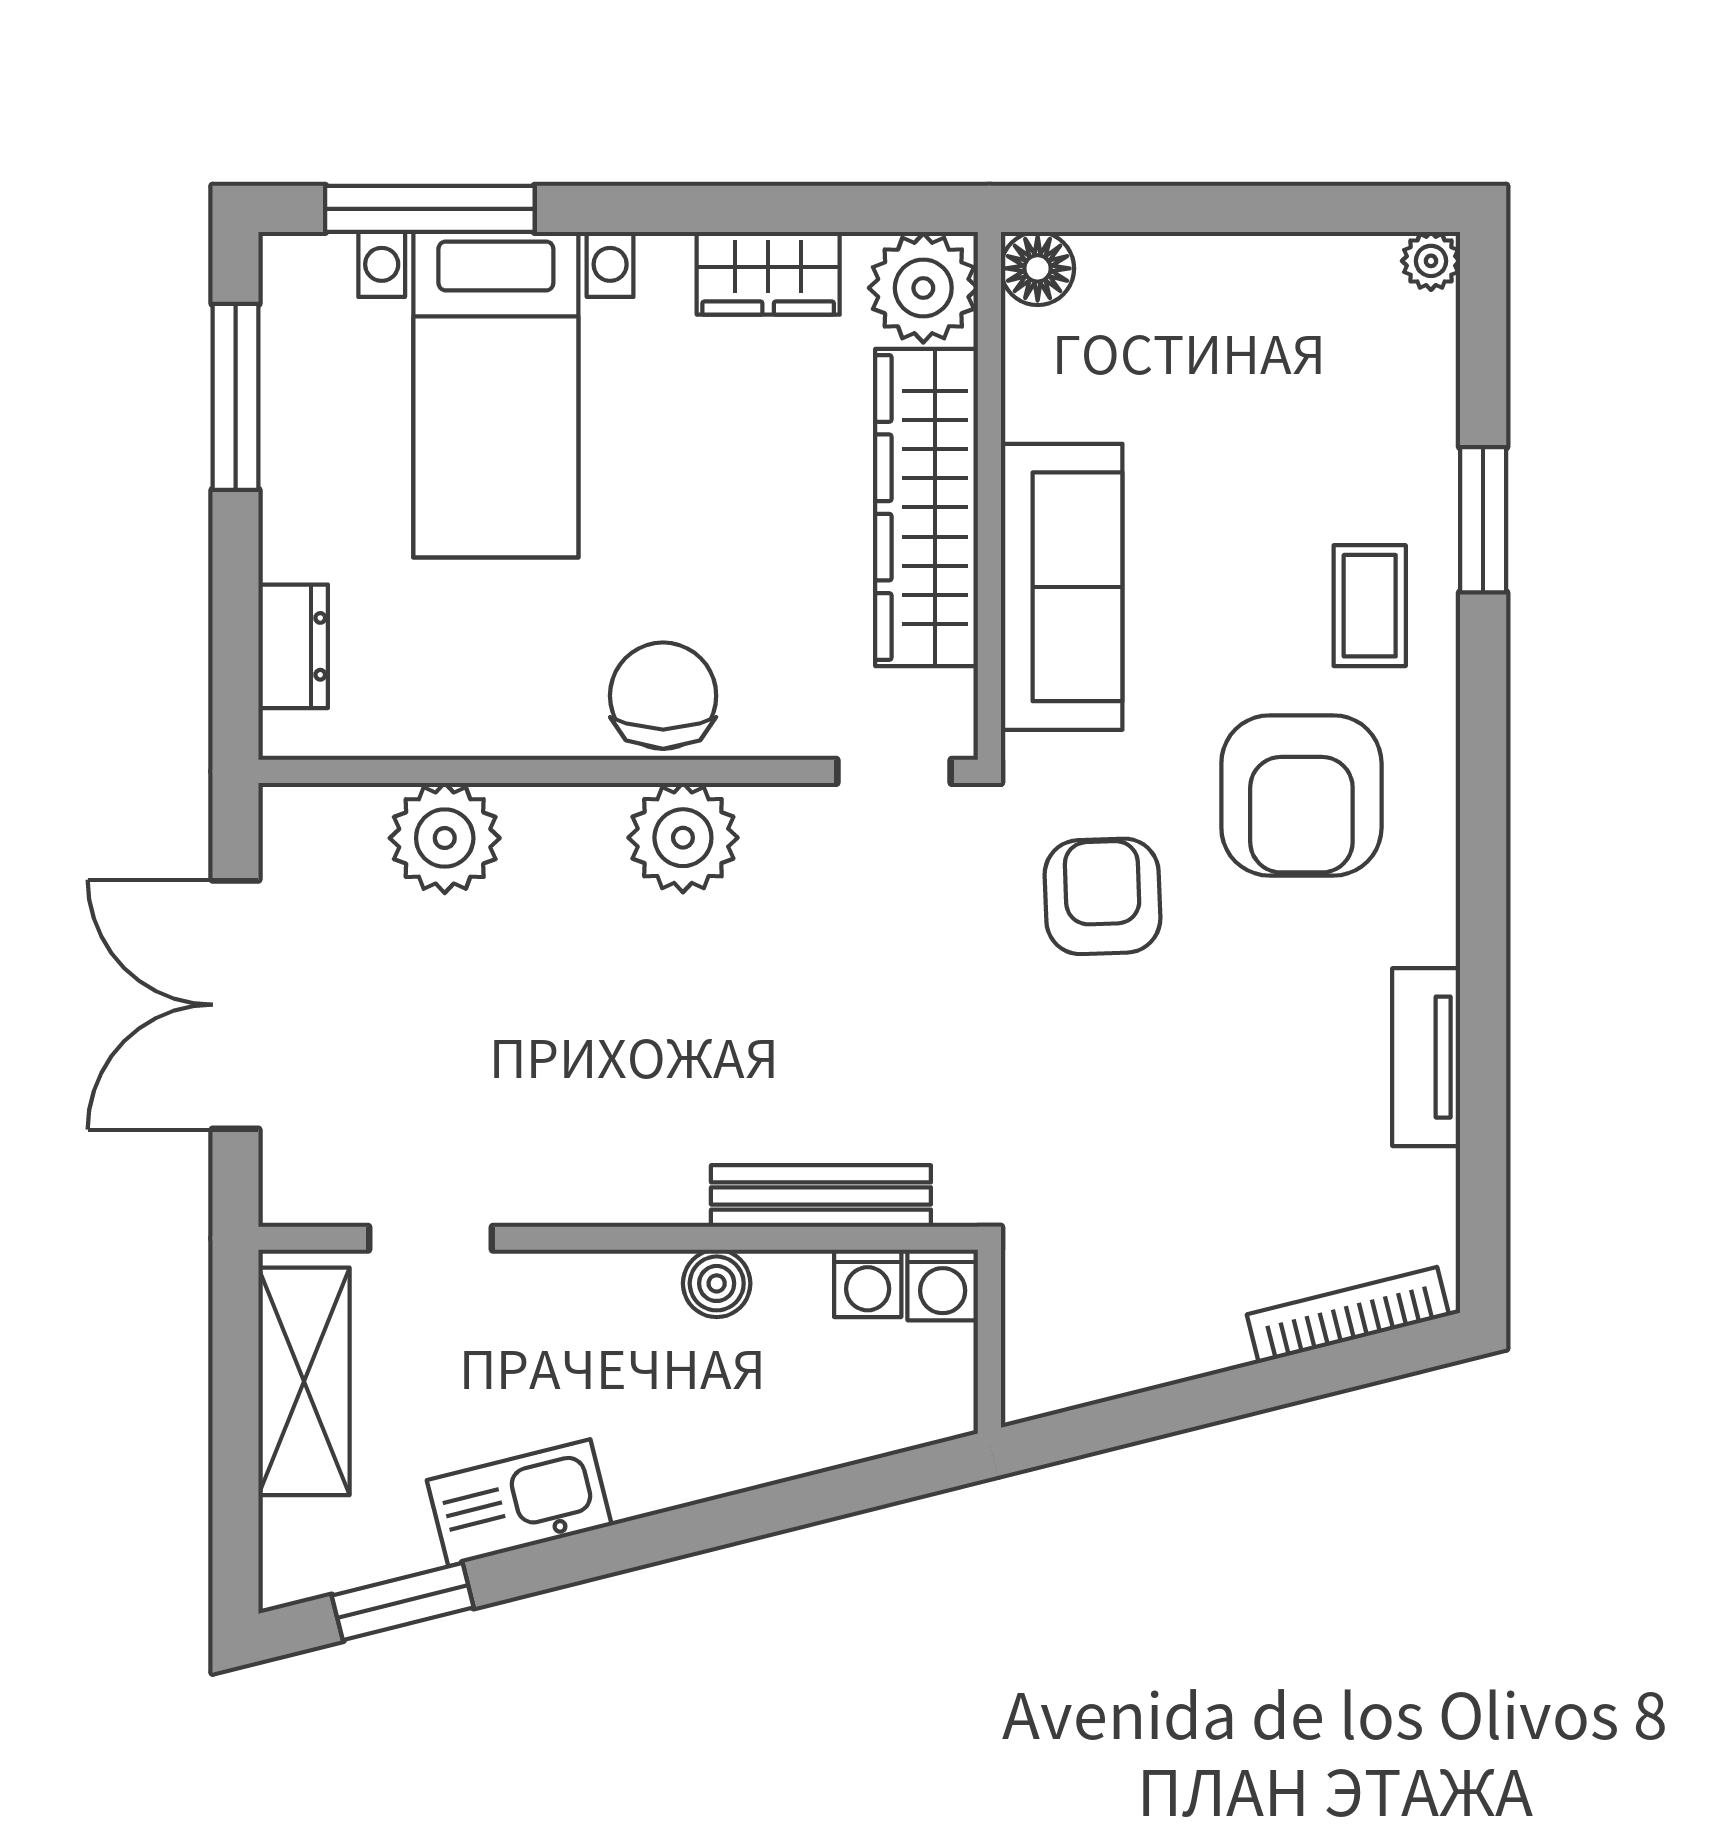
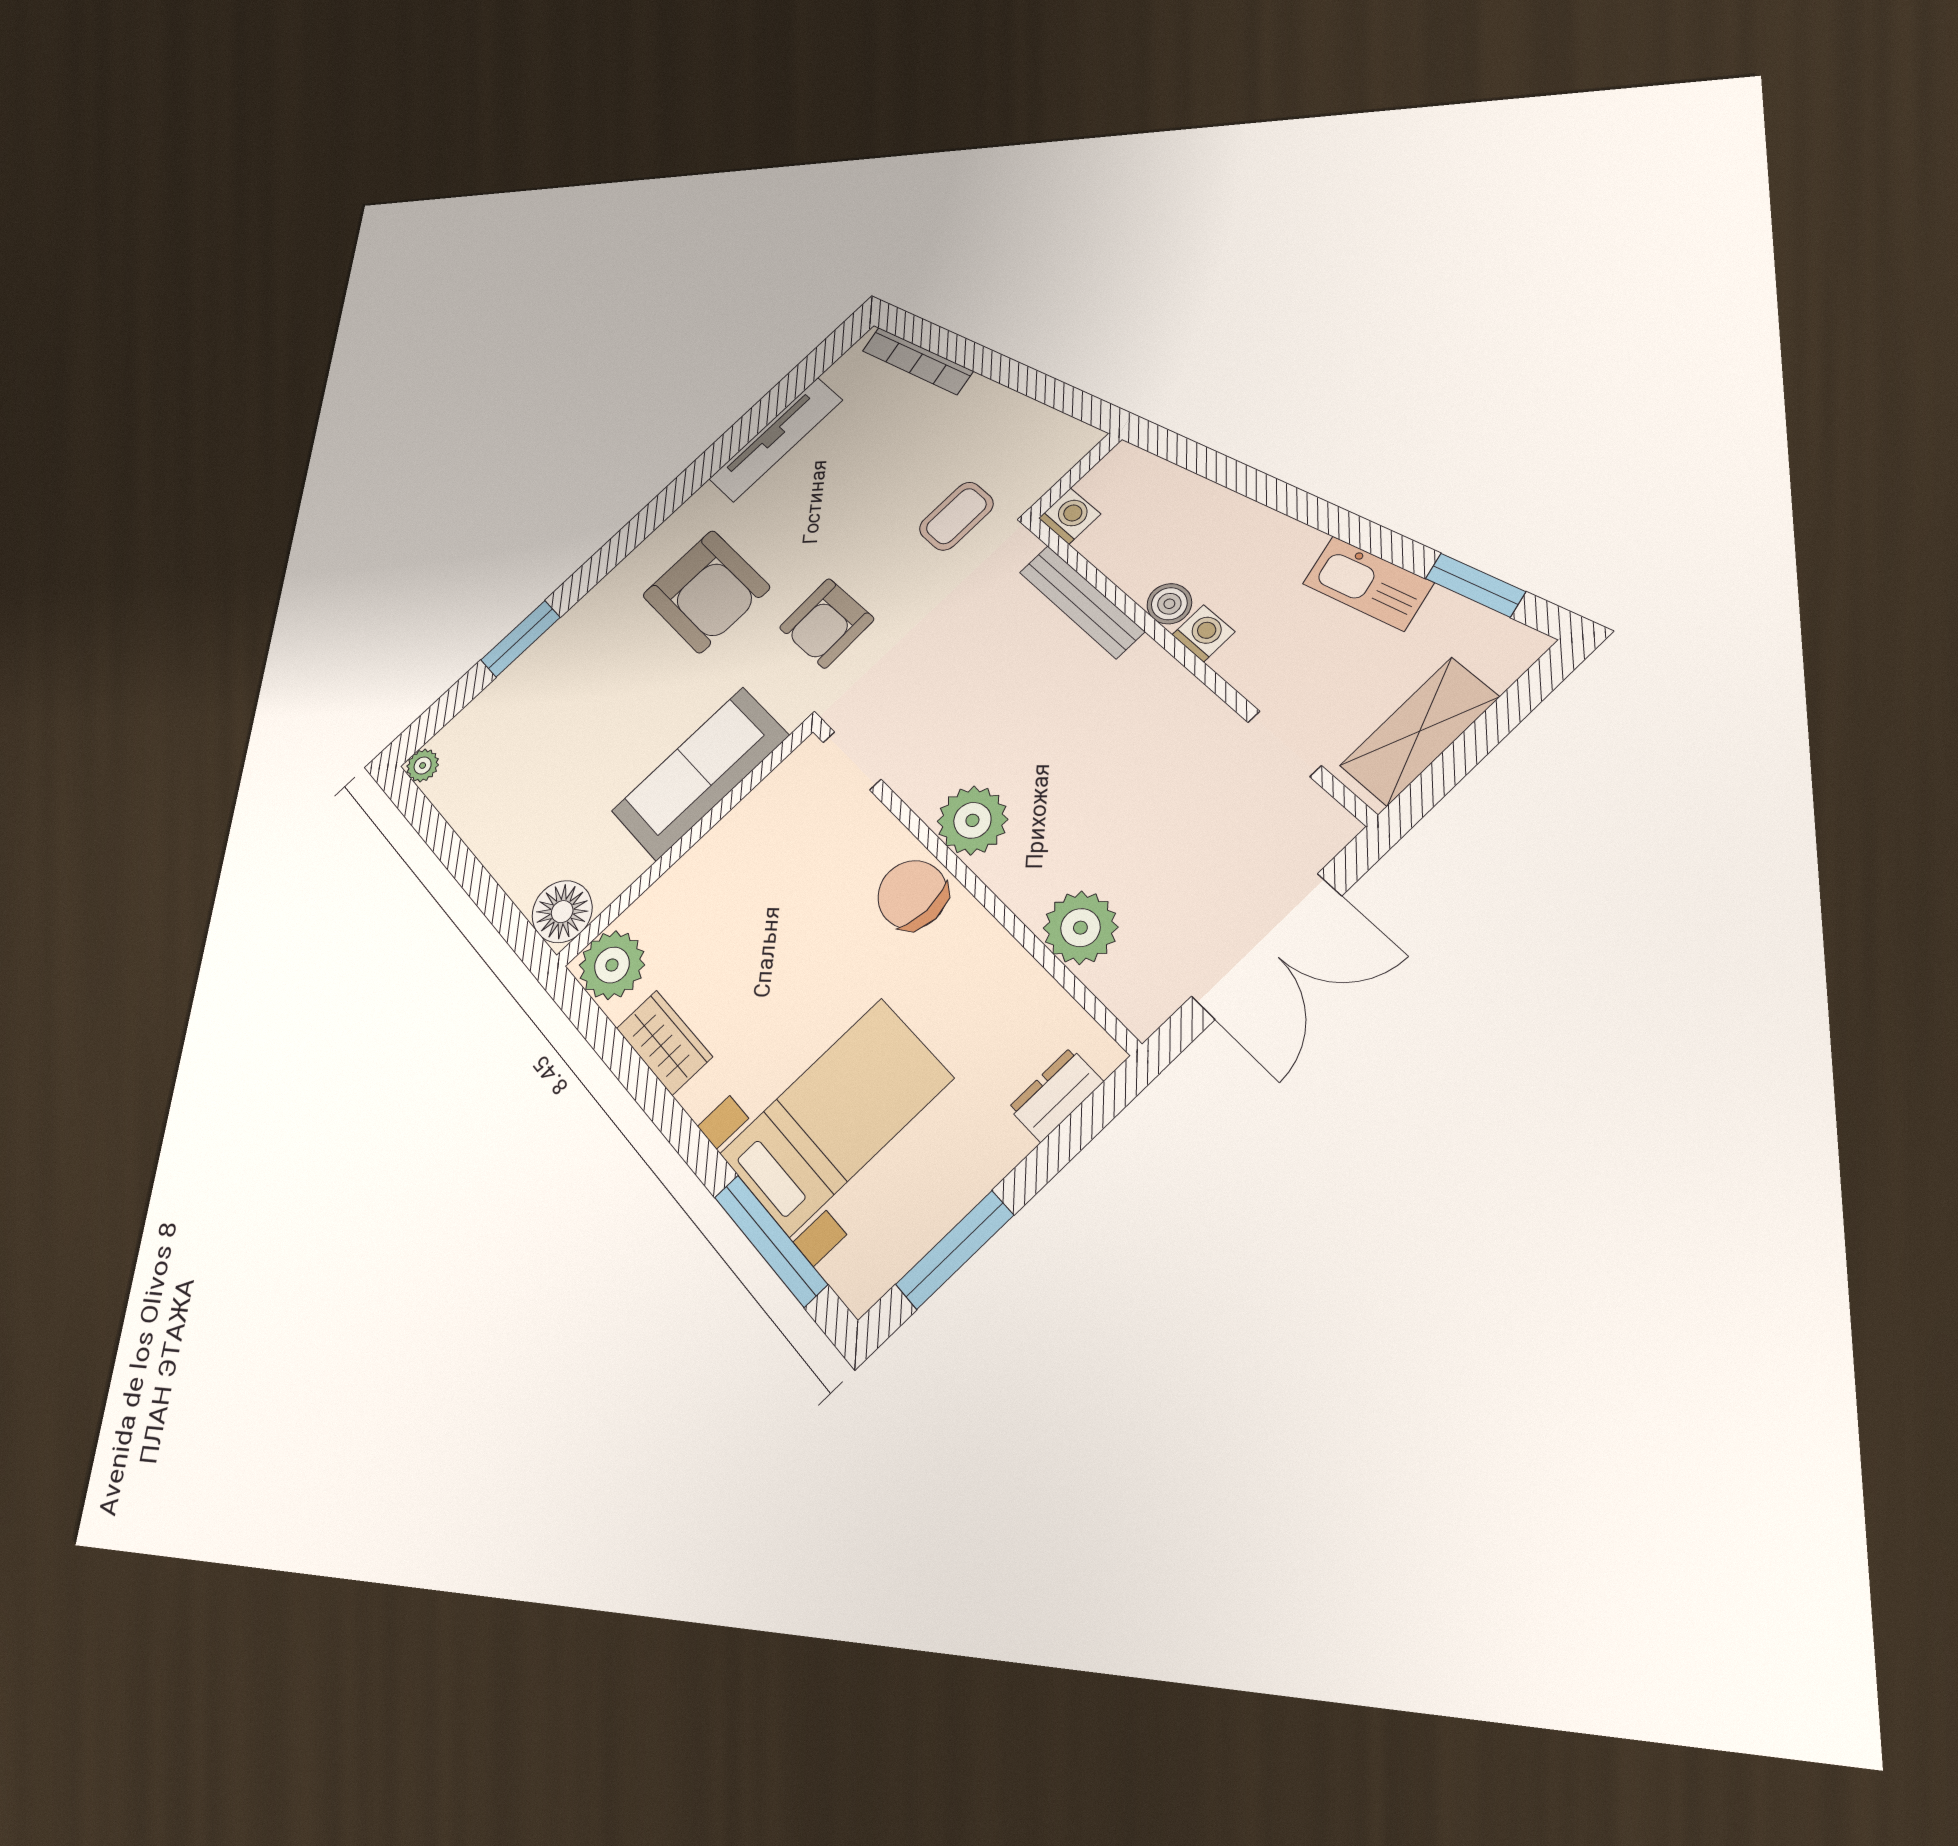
floor lamp: (1038, 268) -> (562, 912), width x1.38, depth x1.38
wardrobe: (927, 507) -> (715, 865), removed
coffee table: (1370, 606) -> (956, 516), moved
chair: (663, 696) -> (912, 895), turned 90
armchair: (1301, 795) -> (706, 591), turned 90
tv unit: (1426, 1057) -> (776, 440), width x1.41
washing machine: (868, 1283) -> (1203, 633), moved

